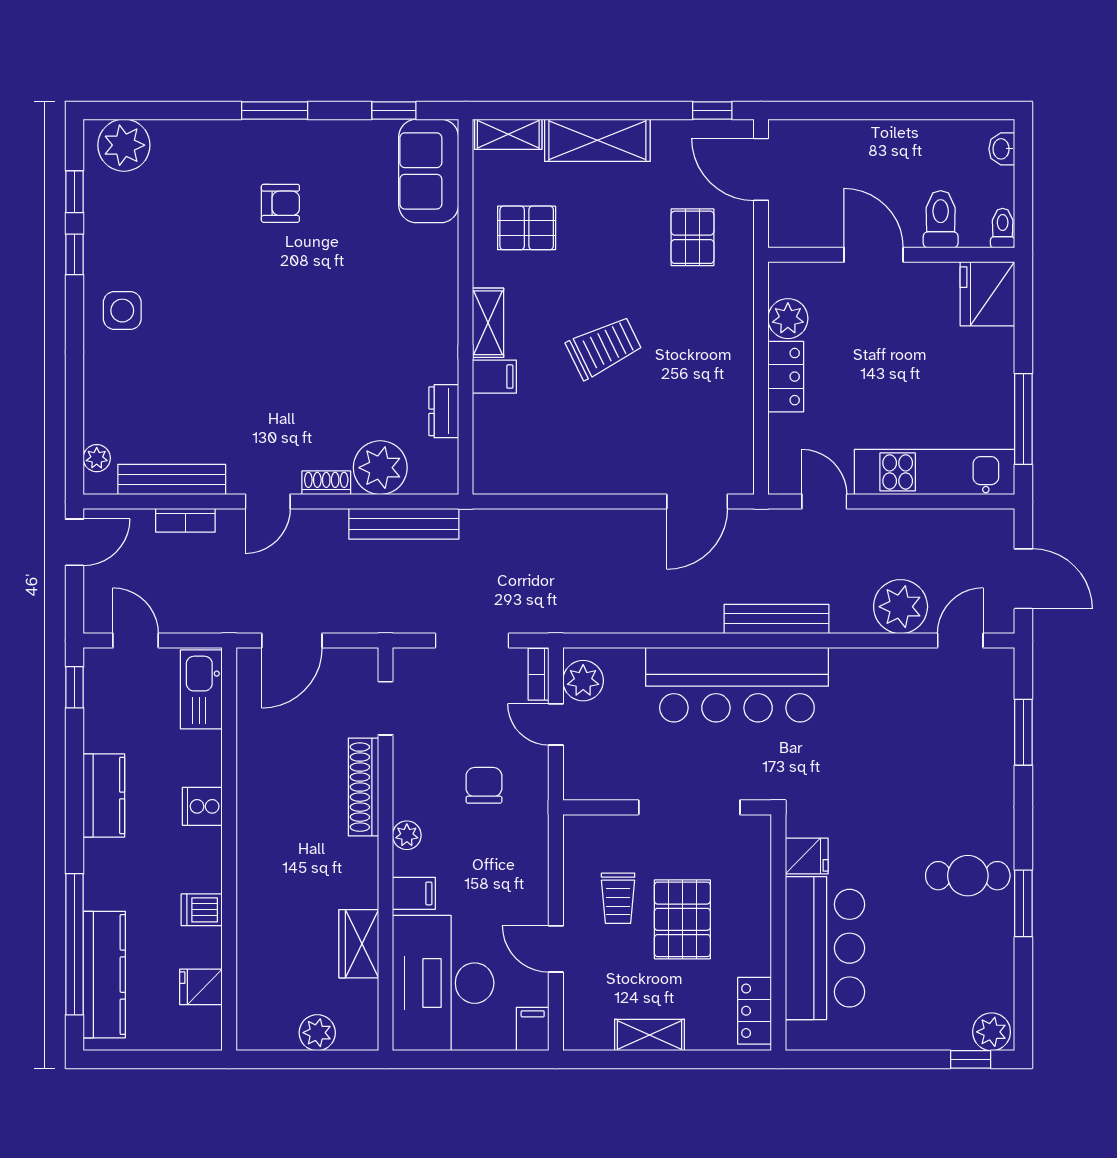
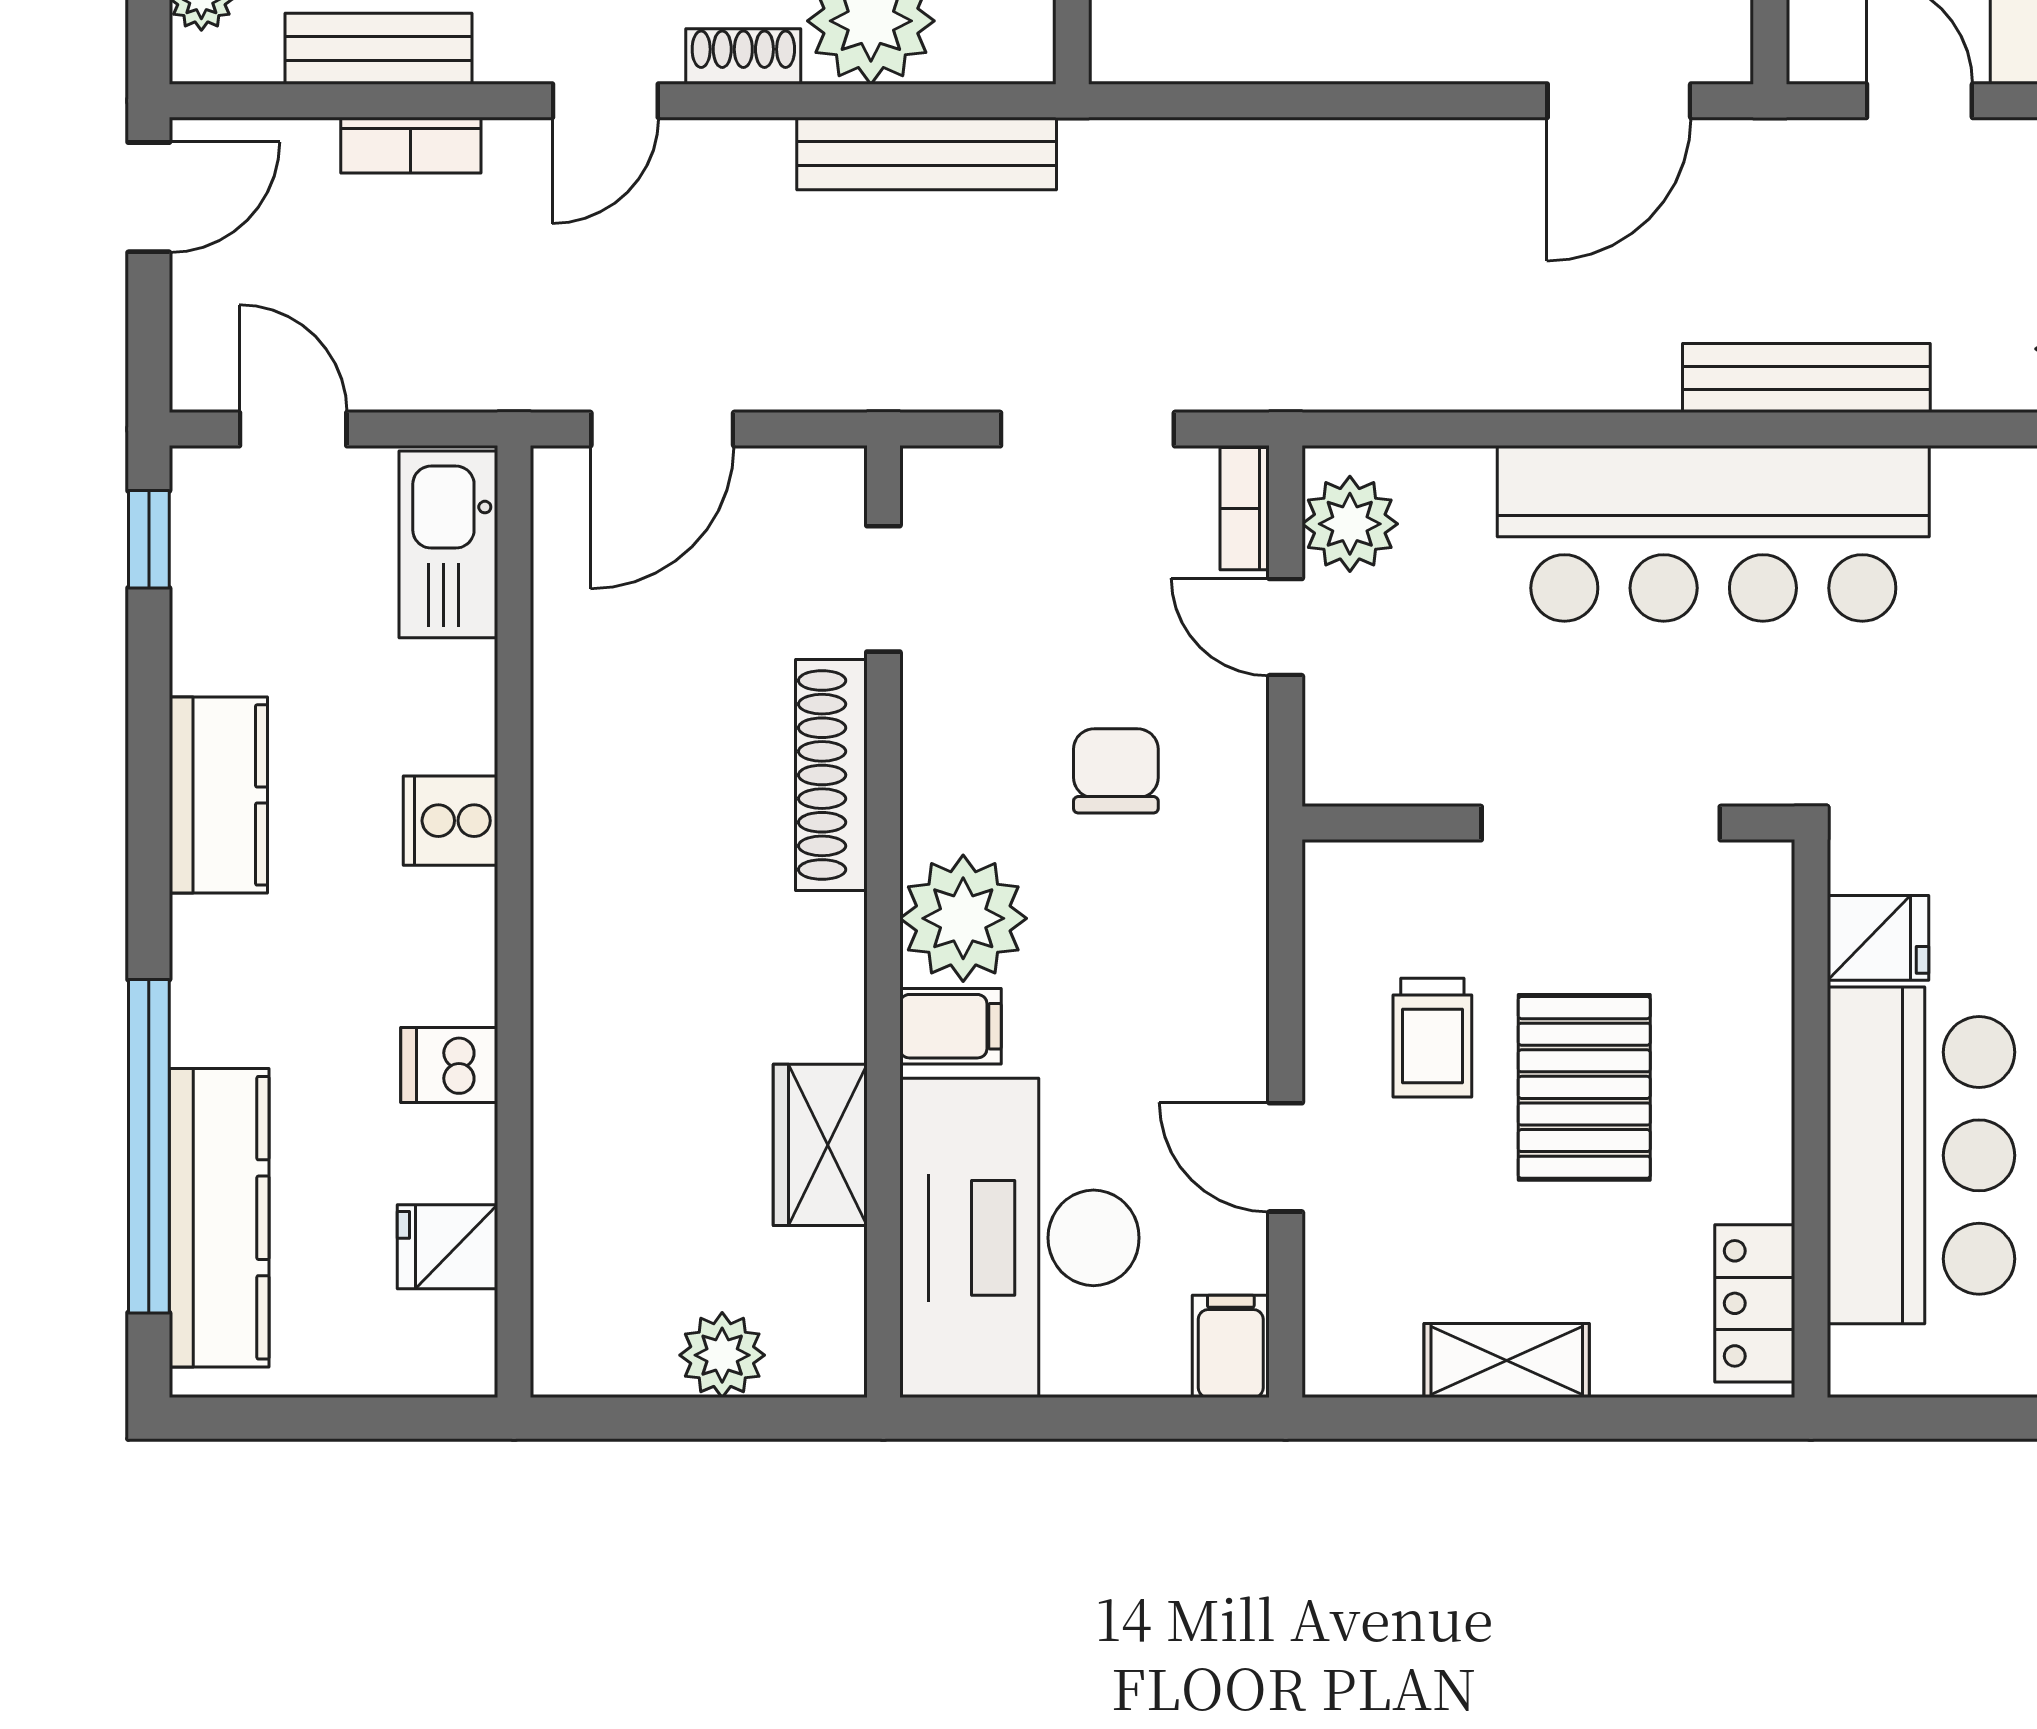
bench: (172, 479) -> (379, 49), width x0.73
plant: (407, 835) -> (963, 918), width x1.88, depth x1.88

